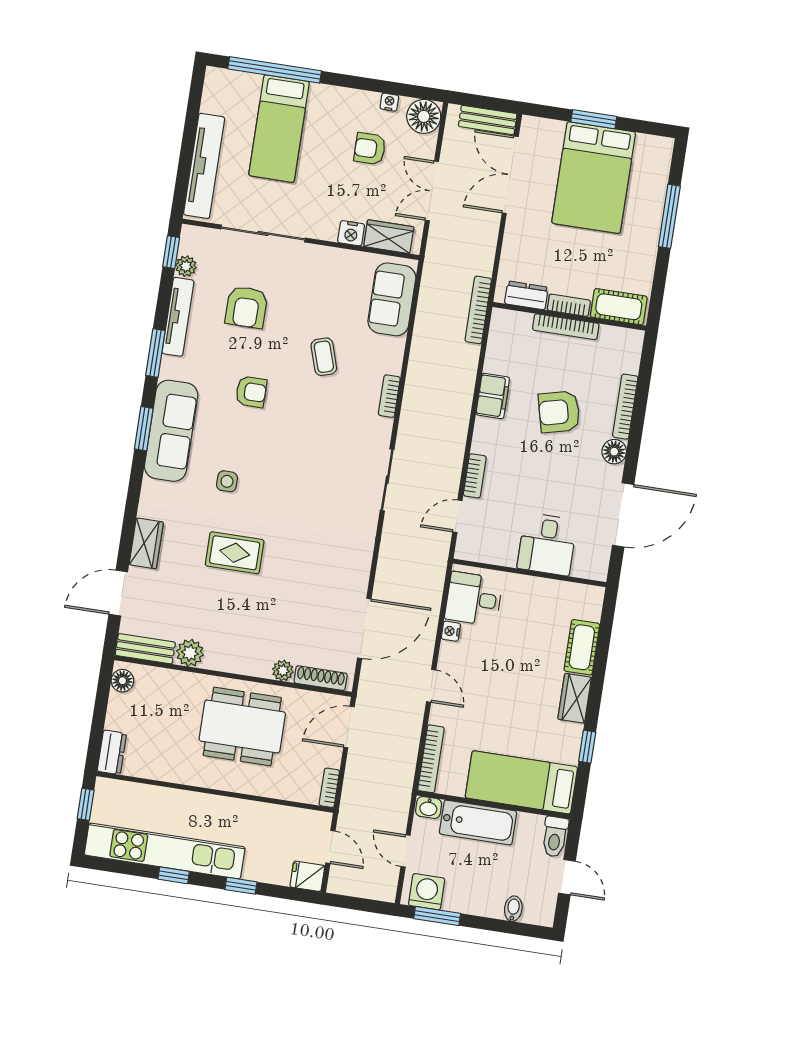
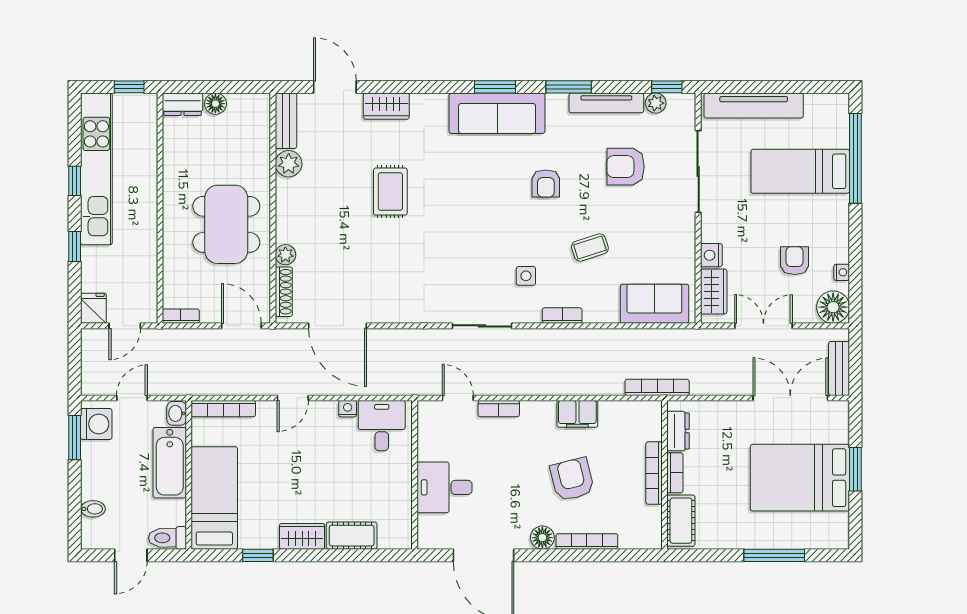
side table: (227, 481) -> (526, 276), moved
floor lamp: (122, 681) -> (215, 104), moved

